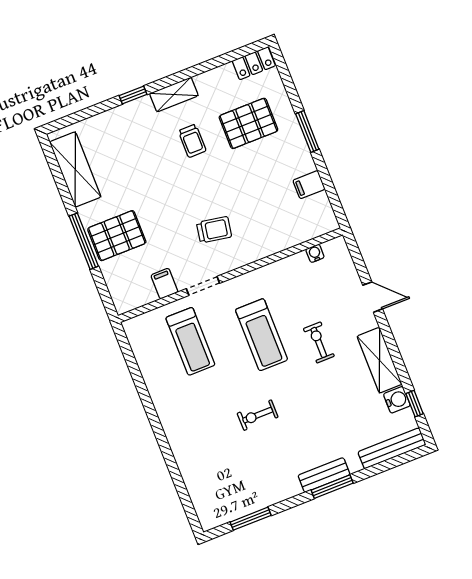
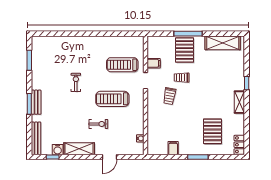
trolley: (192, 141) -> (182, 78), moved

